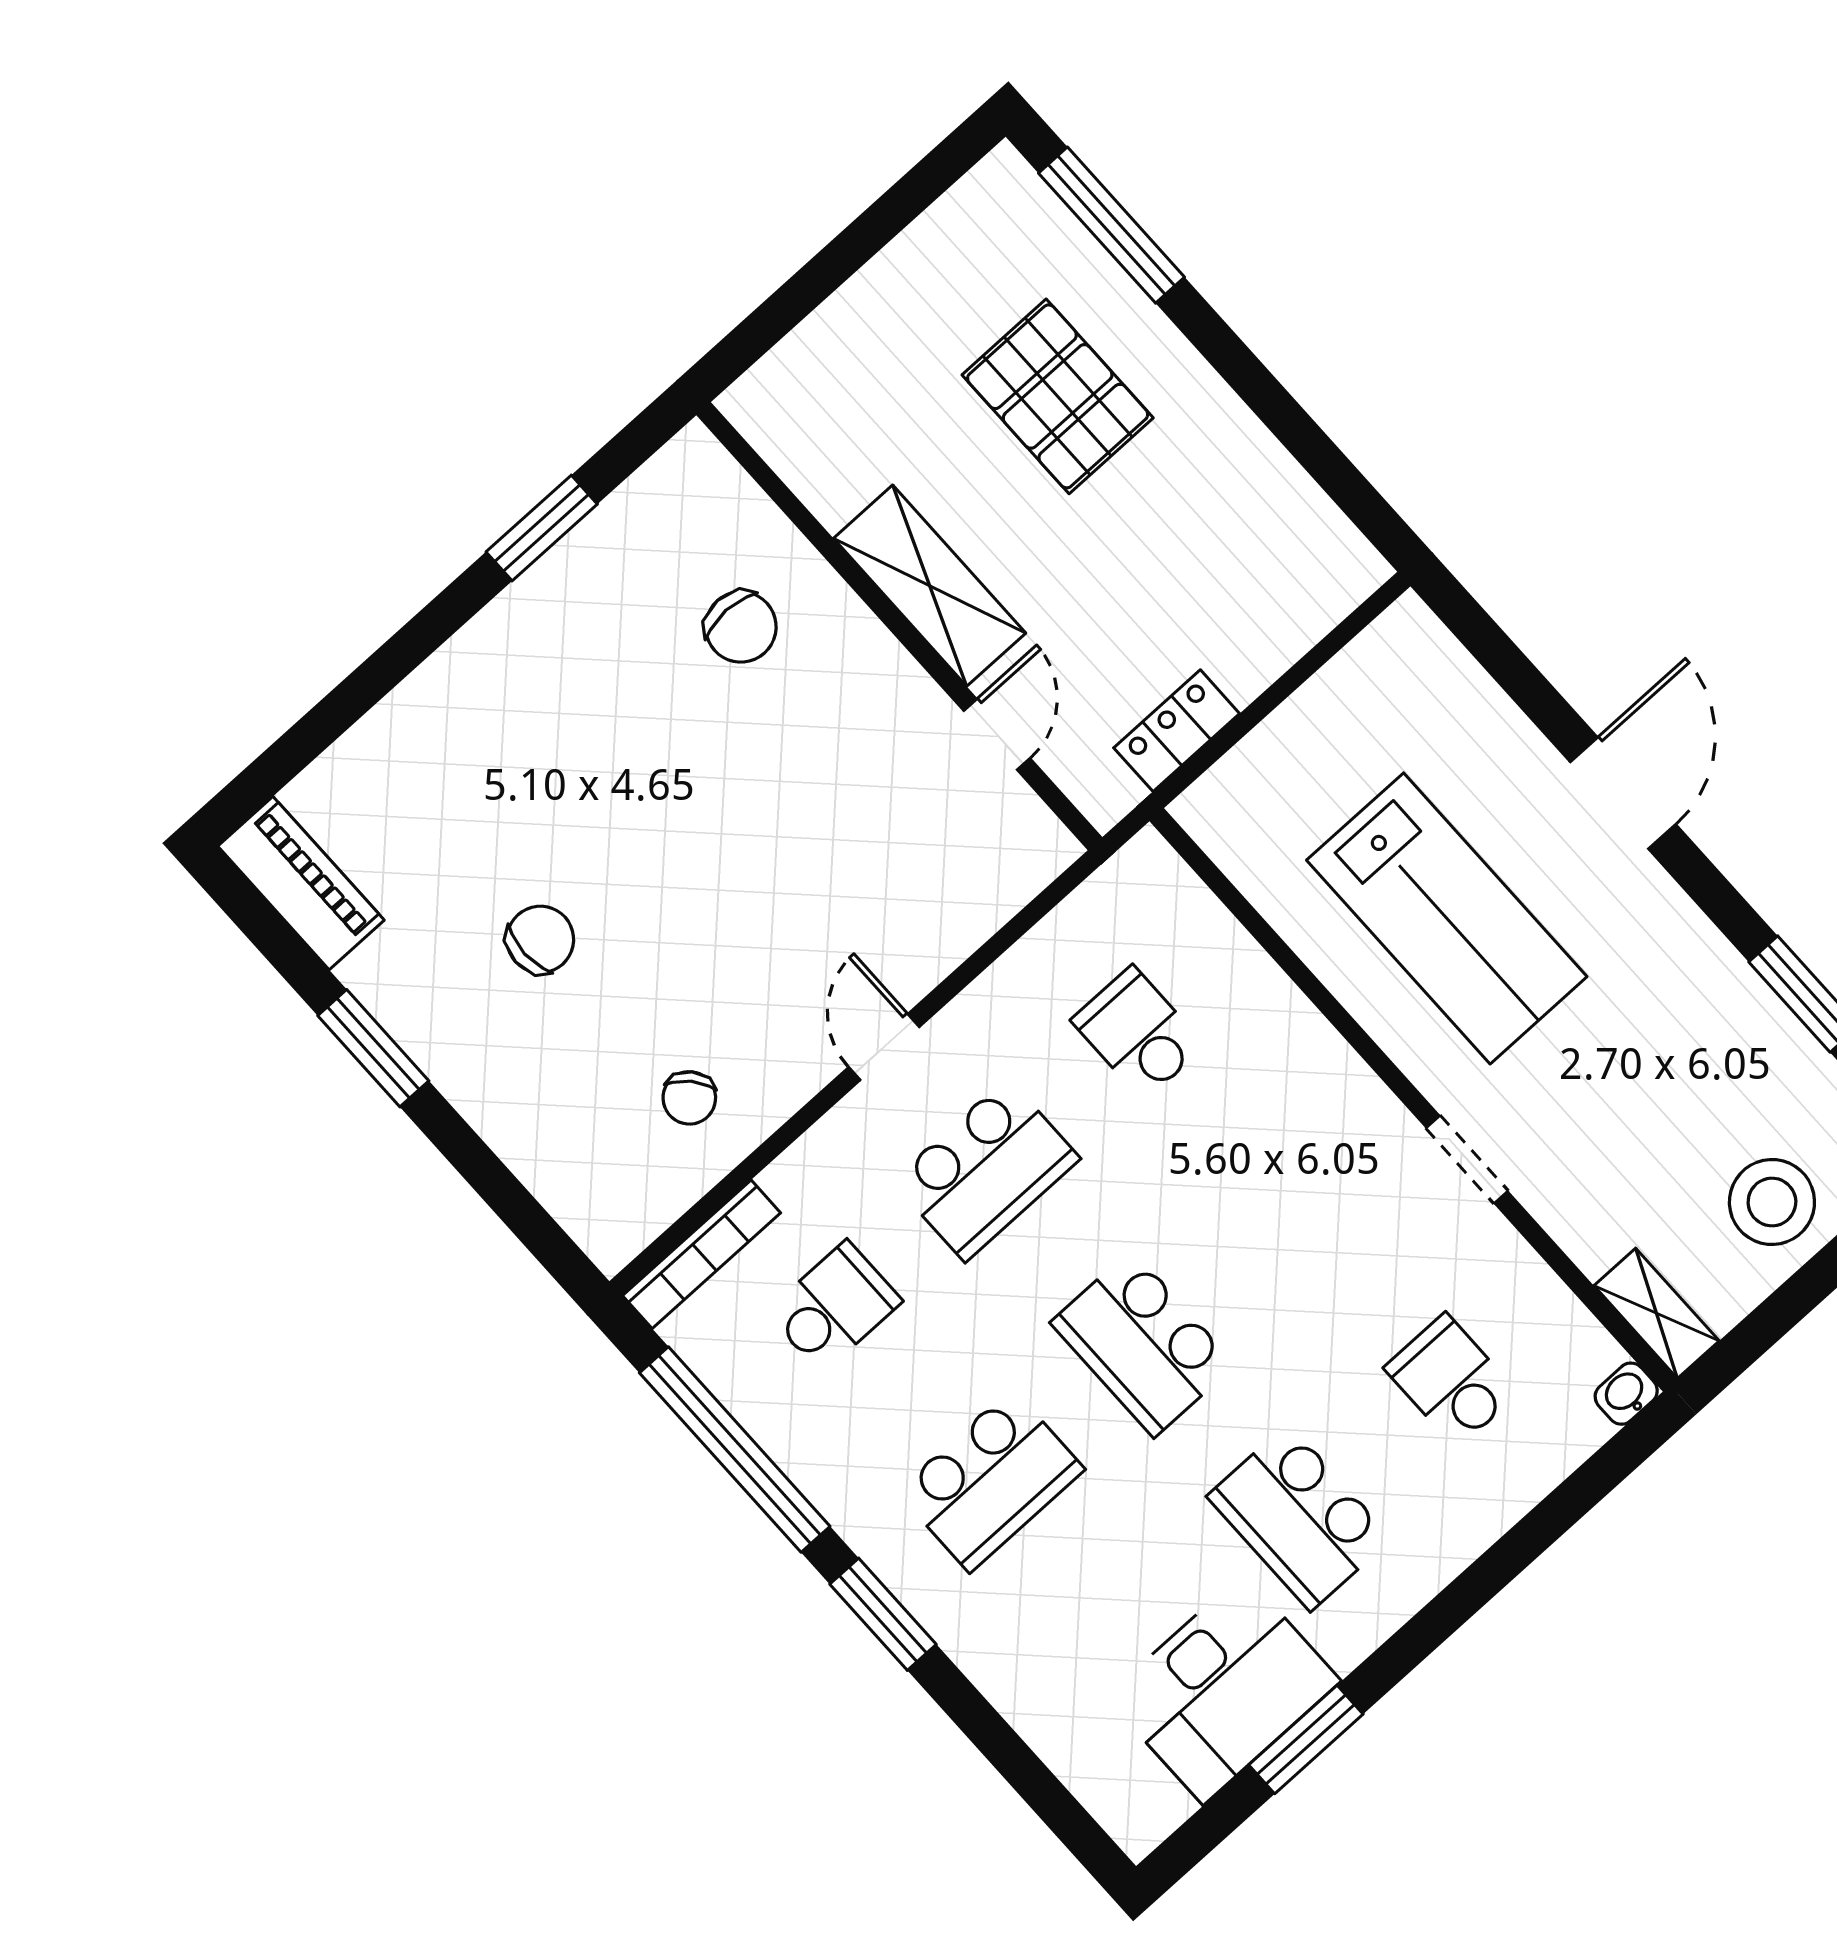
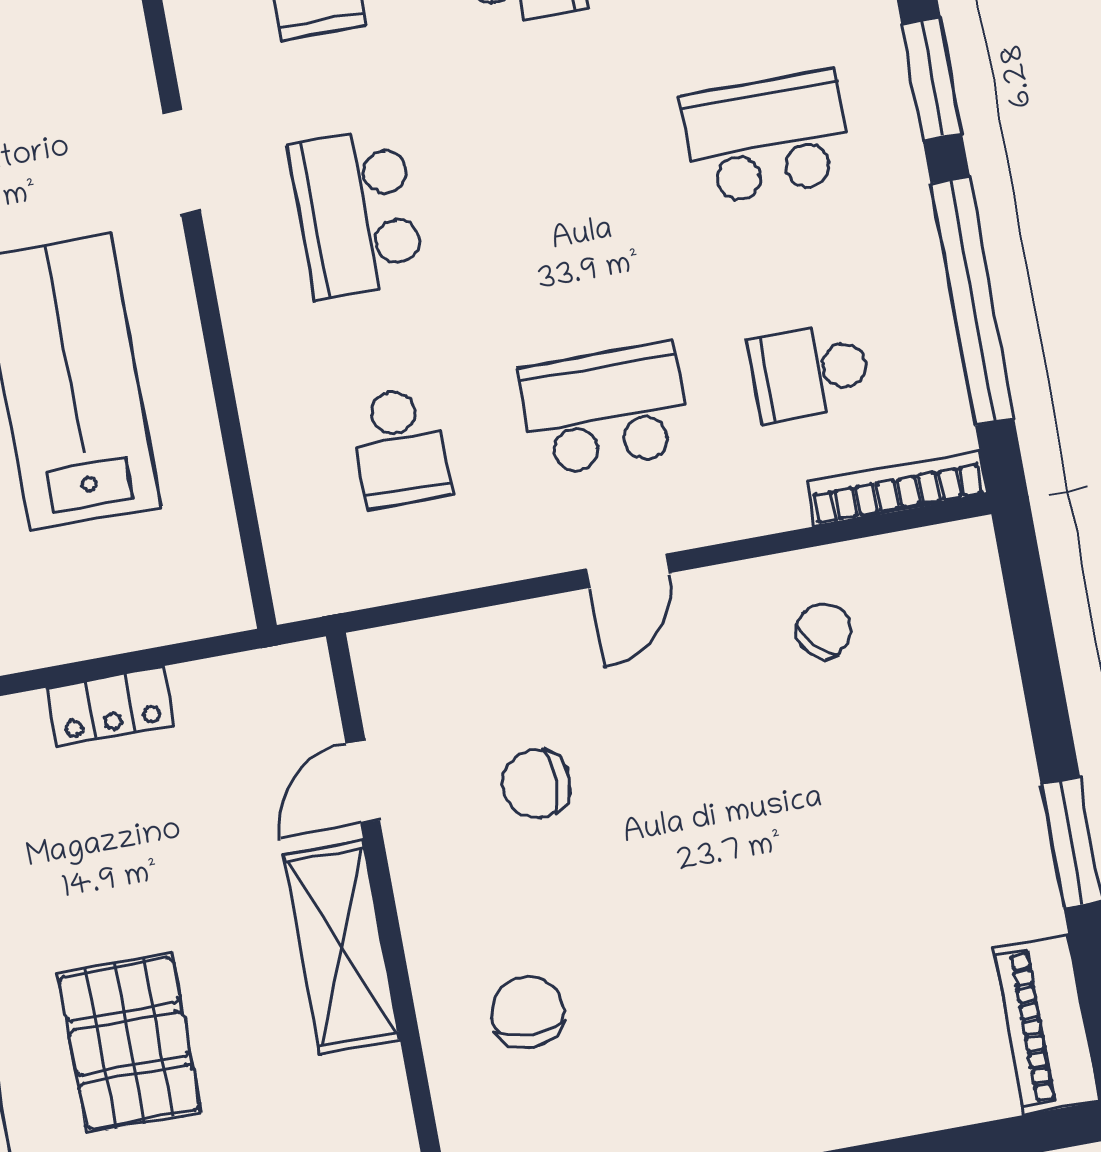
locker: (1177, 731) -> (110, 706), moved
chair: (540, 939) -> (536, 784), moved
school desk: (1143, 1344) -> (357, 213), moved, turned 180

